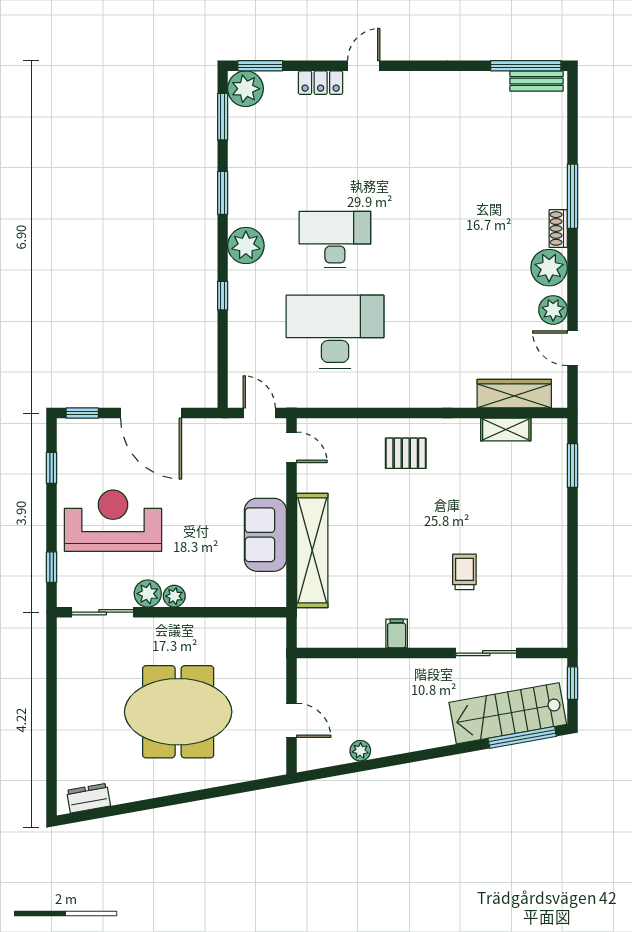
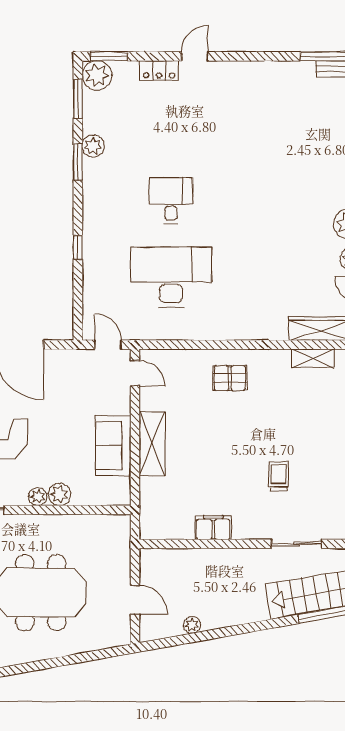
desk: (335, 239) -> (171, 201), width x0.73
plant: (246, 246) -> (93, 146), moved, width x0.73, depth x0.73
shelving: (312, 550) -> (152, 444), width x0.68
plant: (148, 594) -> (60, 494), moved
filing cabinet: (397, 634) -> (213, 528), width x2.00

